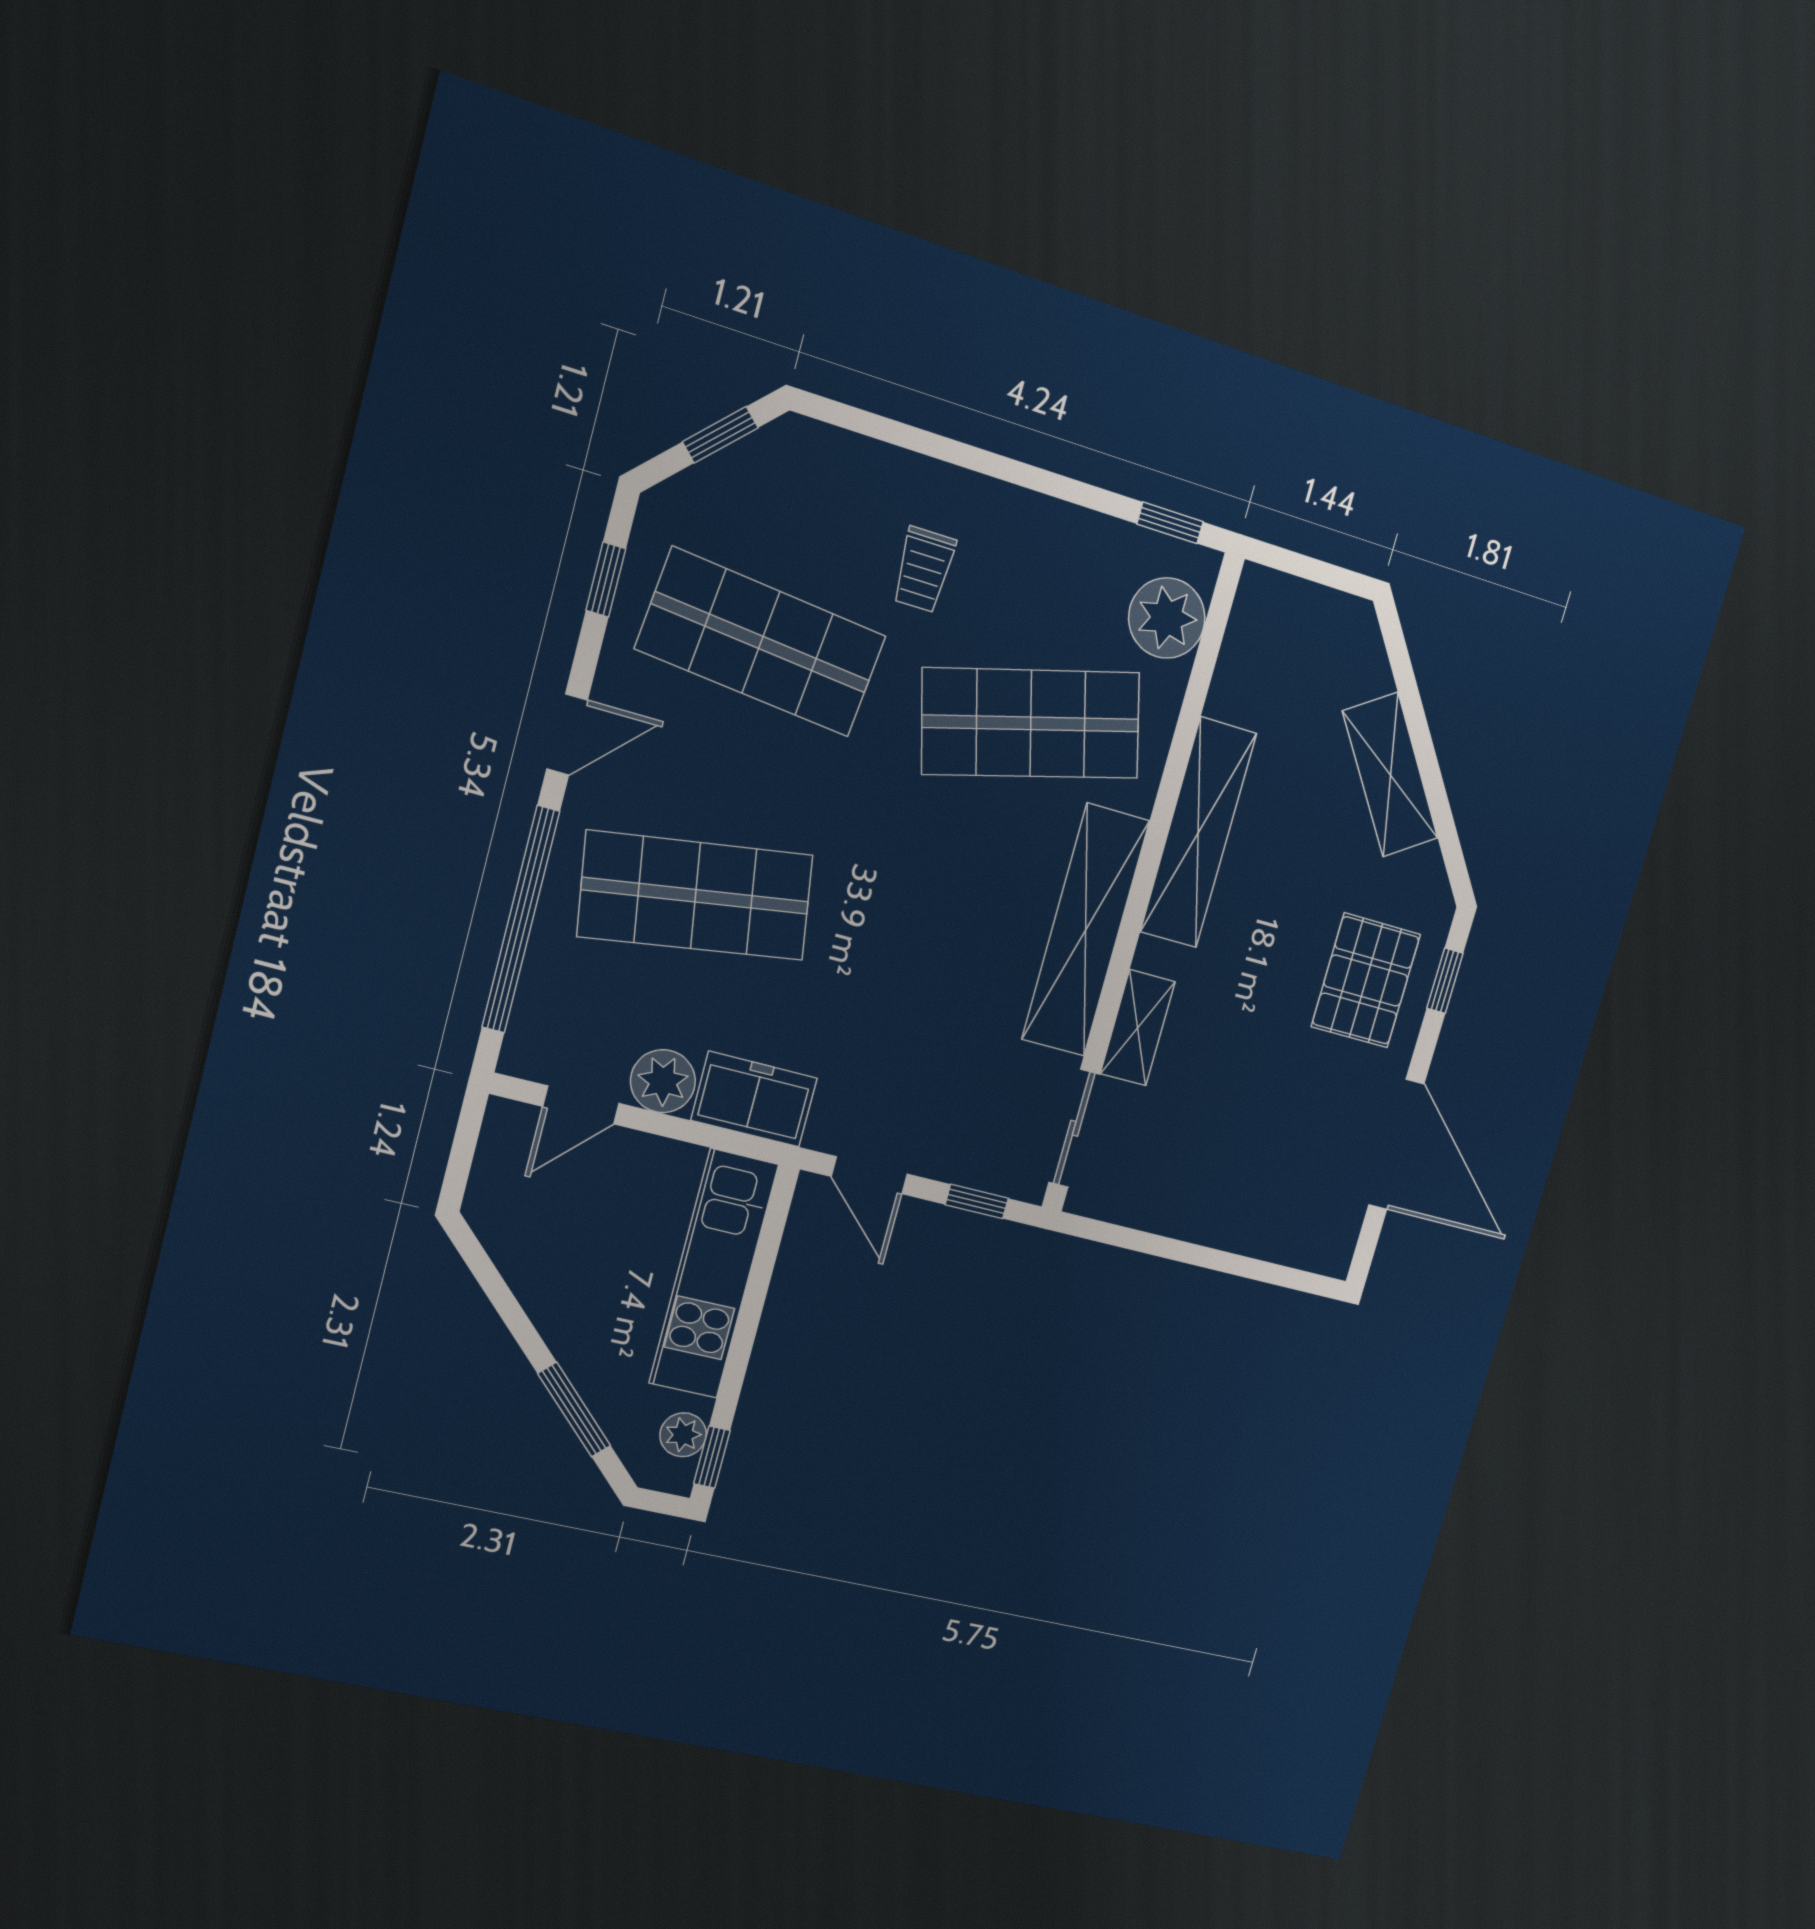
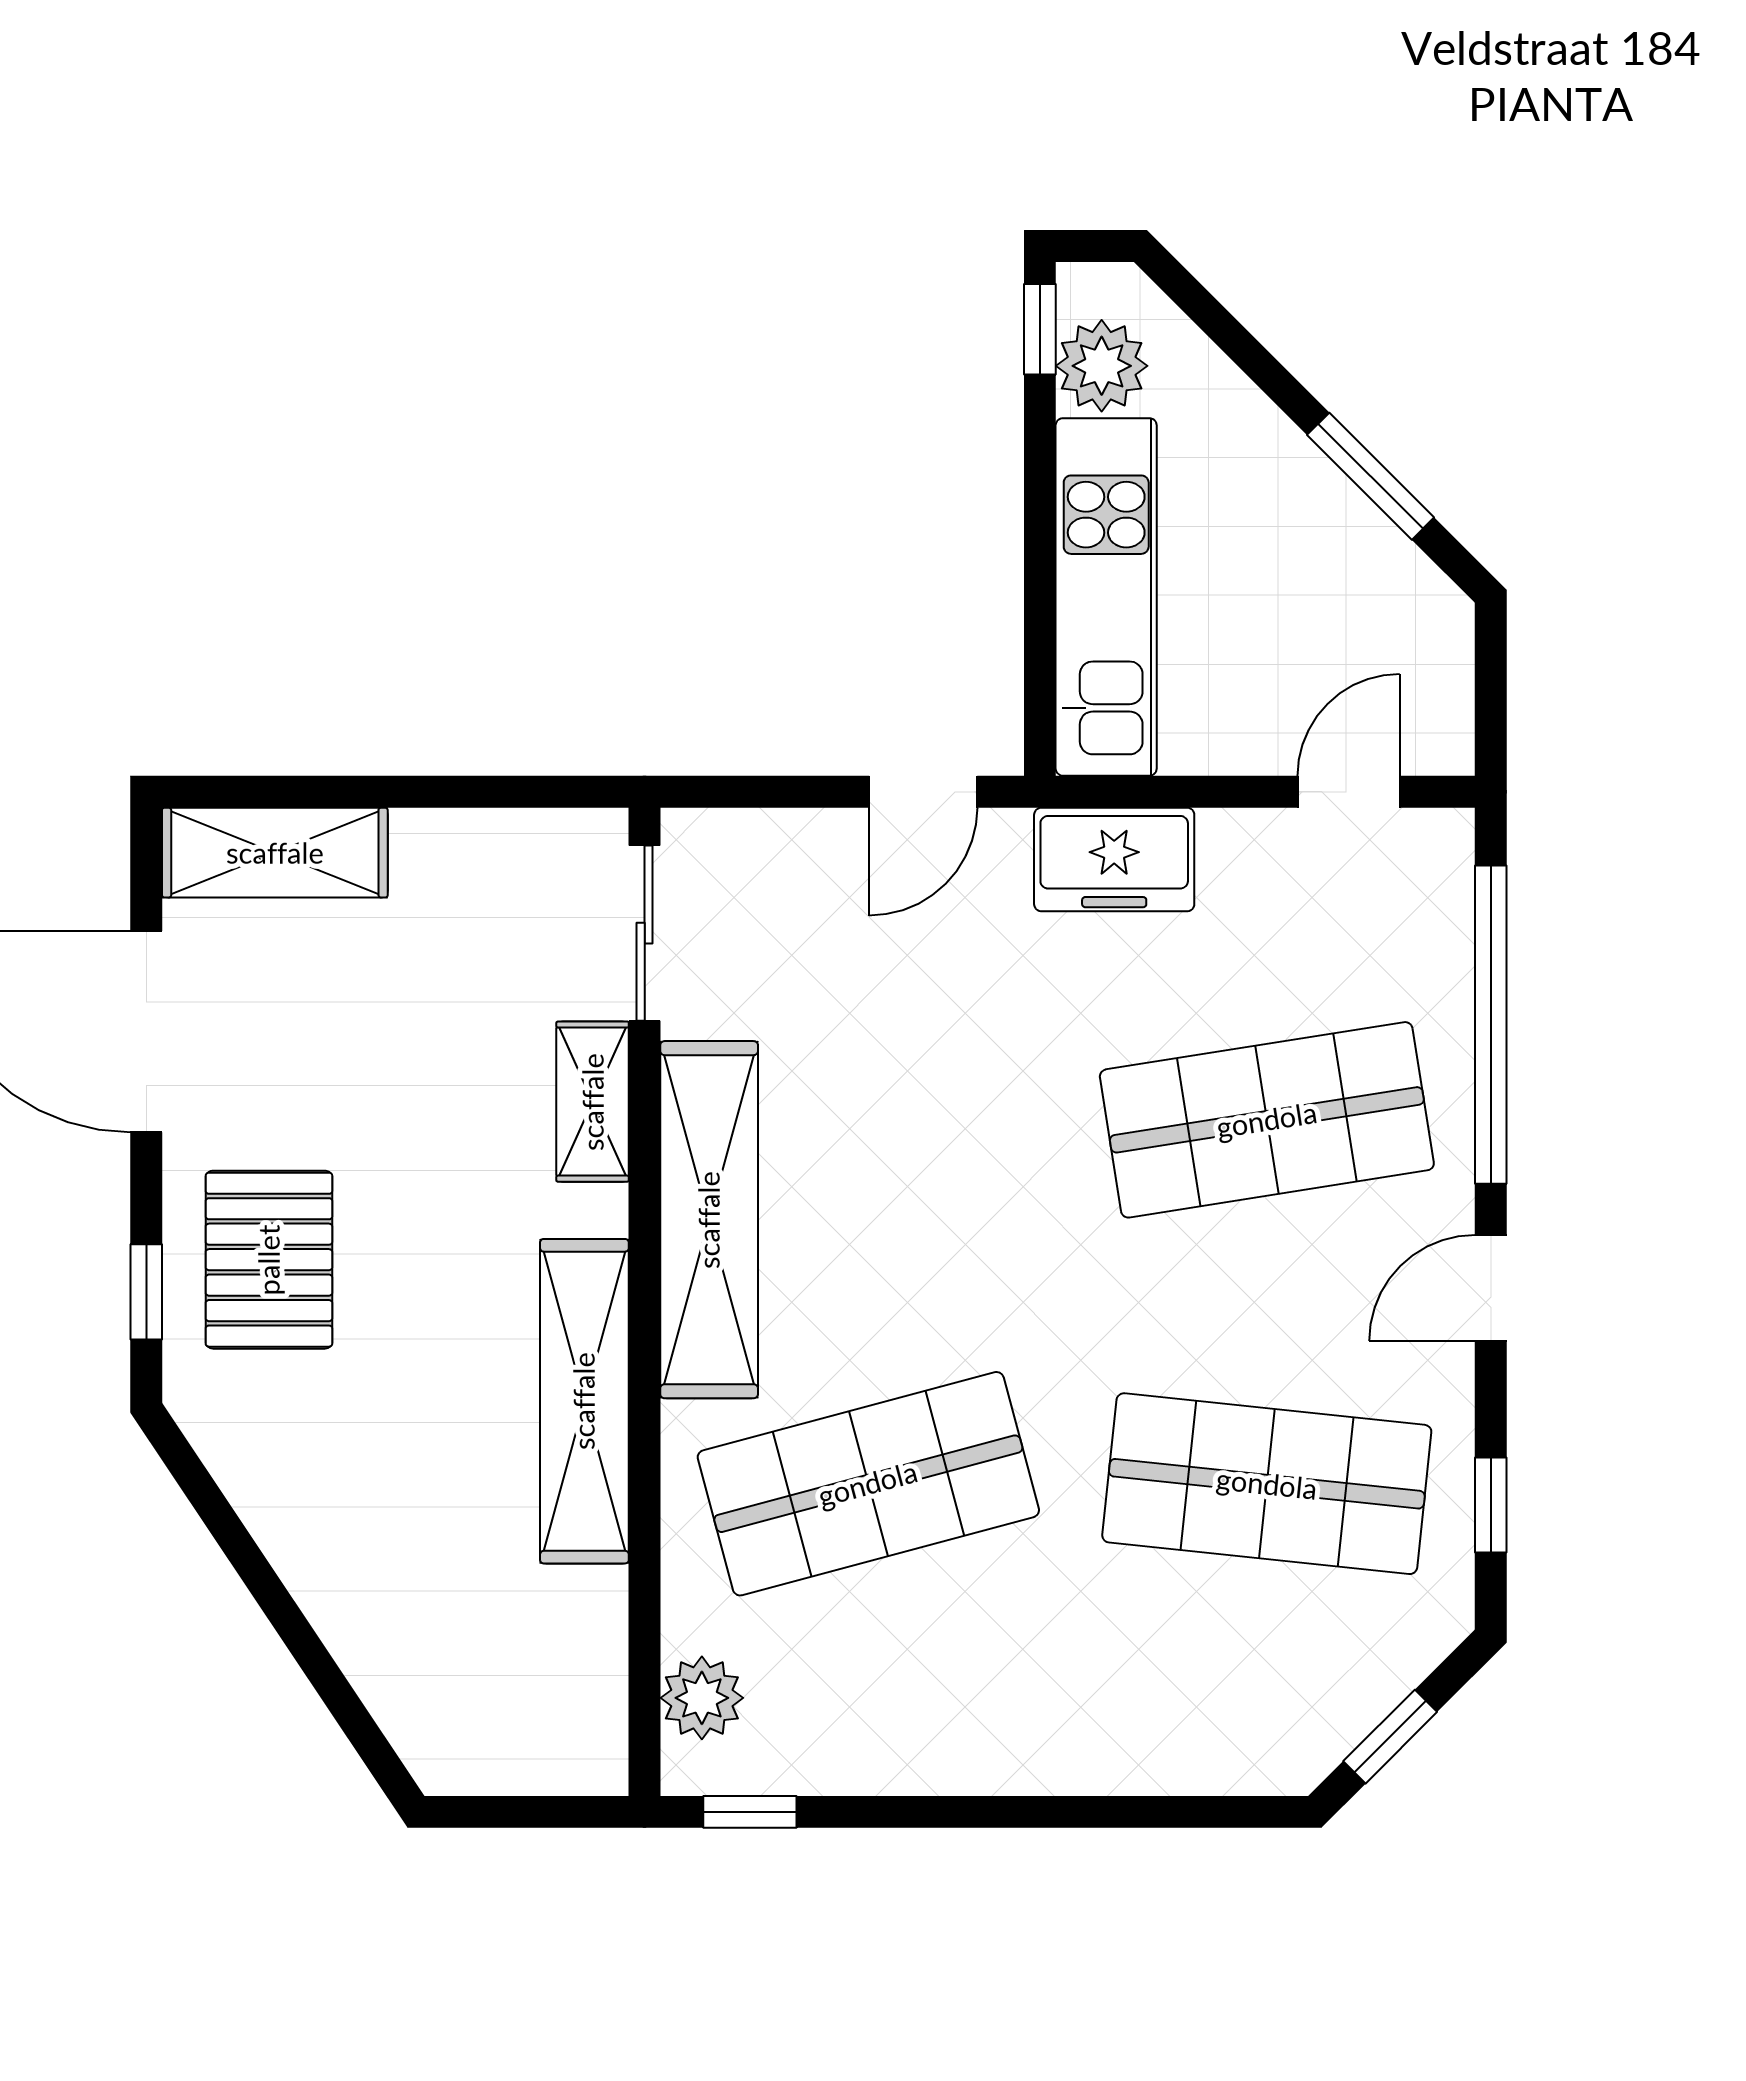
trolley: (924, 570) -> (1074, 1645), removed
plant: (1167, 618) -> (702, 1698), width x0.73, depth x0.73
shelving: (1390, 775) -> (275, 853), moved, turned -56
plant: (663, 1081) -> (1246, 853), removed
door: (869, 1175) -> (923, 792), swing flipped
window: (977, 1201) -> (758, 792), removed
window: (574, 1410) -> (1371, 476), moved
plant: (683, 1435) -> (1102, 366), width x1.38, depth x1.38

